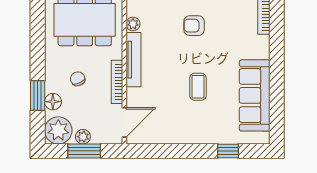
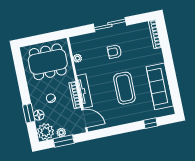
tv unit: (133, 60) -> (84, 91), moved
coffee table: (198, 87) -> (124, 88), width x1.86, depth x1.72
door: (124, 122) -> (84, 119), hinge flipped

